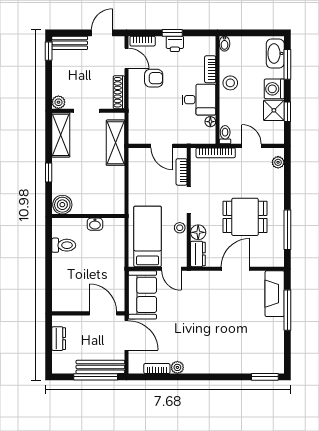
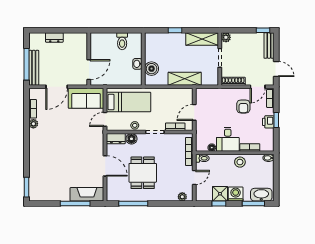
shelving: (116, 143) -> (185, 79), moved
boiler: (62, 205) -> (152, 69), moved
wall: (88, 313) -> (89, 59), moved
door: (103, 313) -> (89, 70), moved

